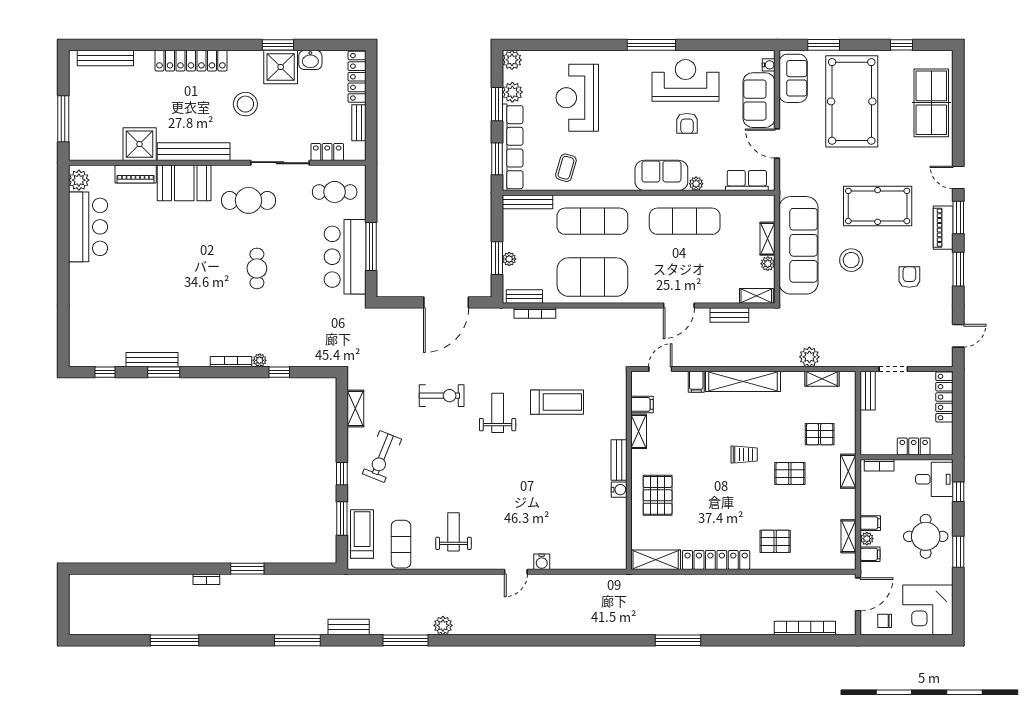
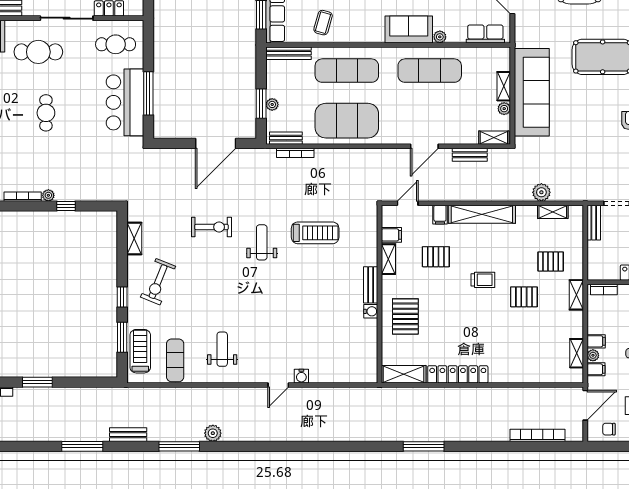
stool: (851, 260) -> (579, 105), removed
pallet: (775, 541) -> (436, 257), moved

